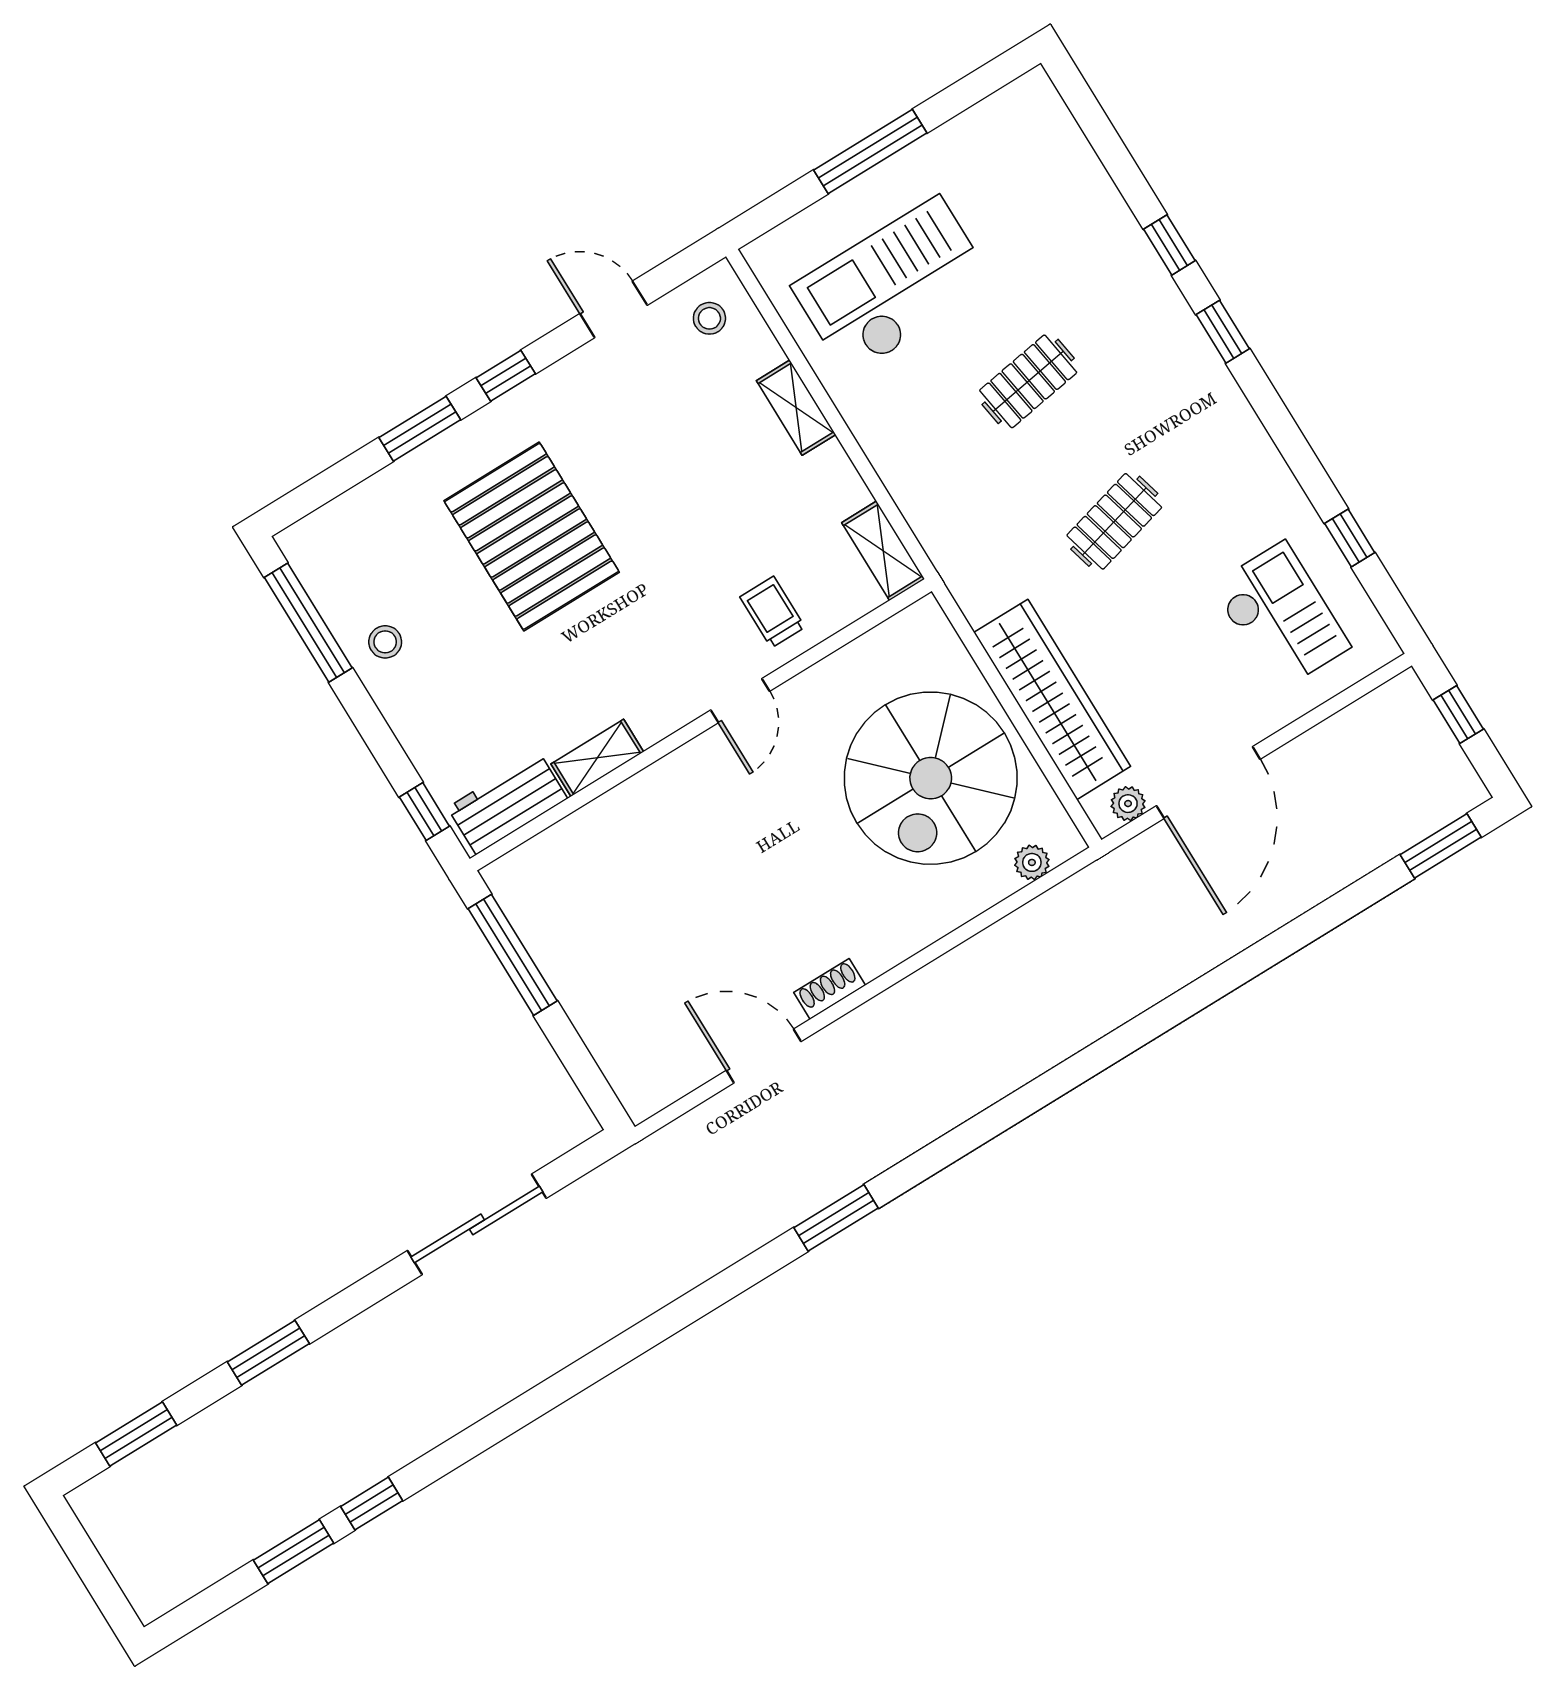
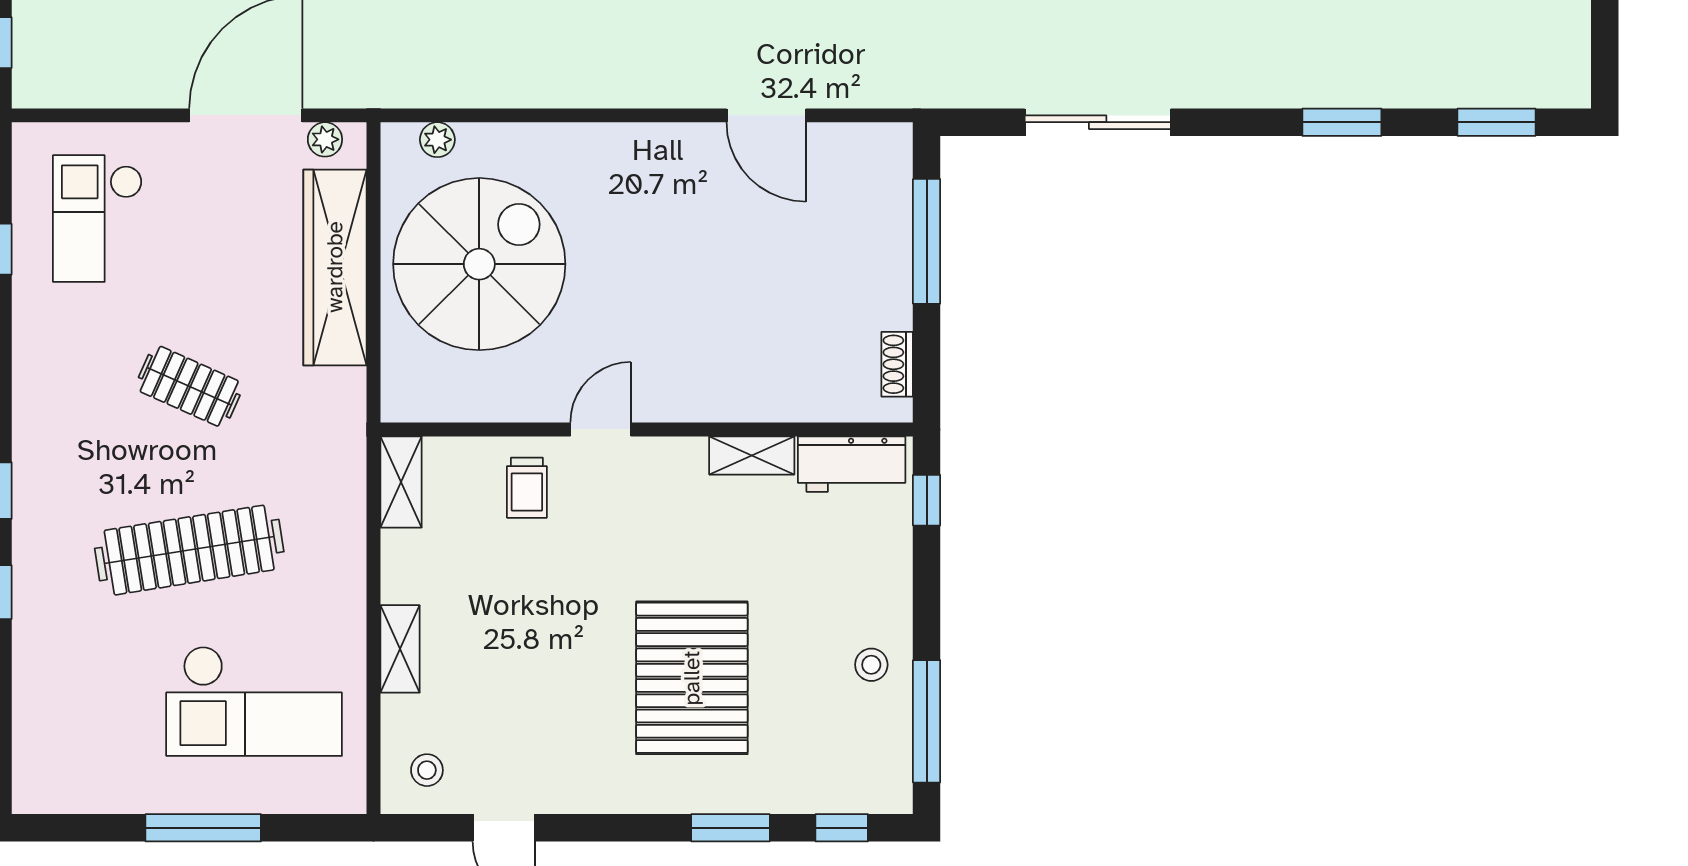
window: (506, 376) -> (842, 828), moved
clothes rail: (1028, 381) -> (189, 550), width x1.86, depth x1.31
clothes rail: (1114, 521) -> (189, 386), turned 39
window: (513, 955) -> (927, 241), moved
shoe rack: (830, 989) -> (897, 364), moved, turned 90

